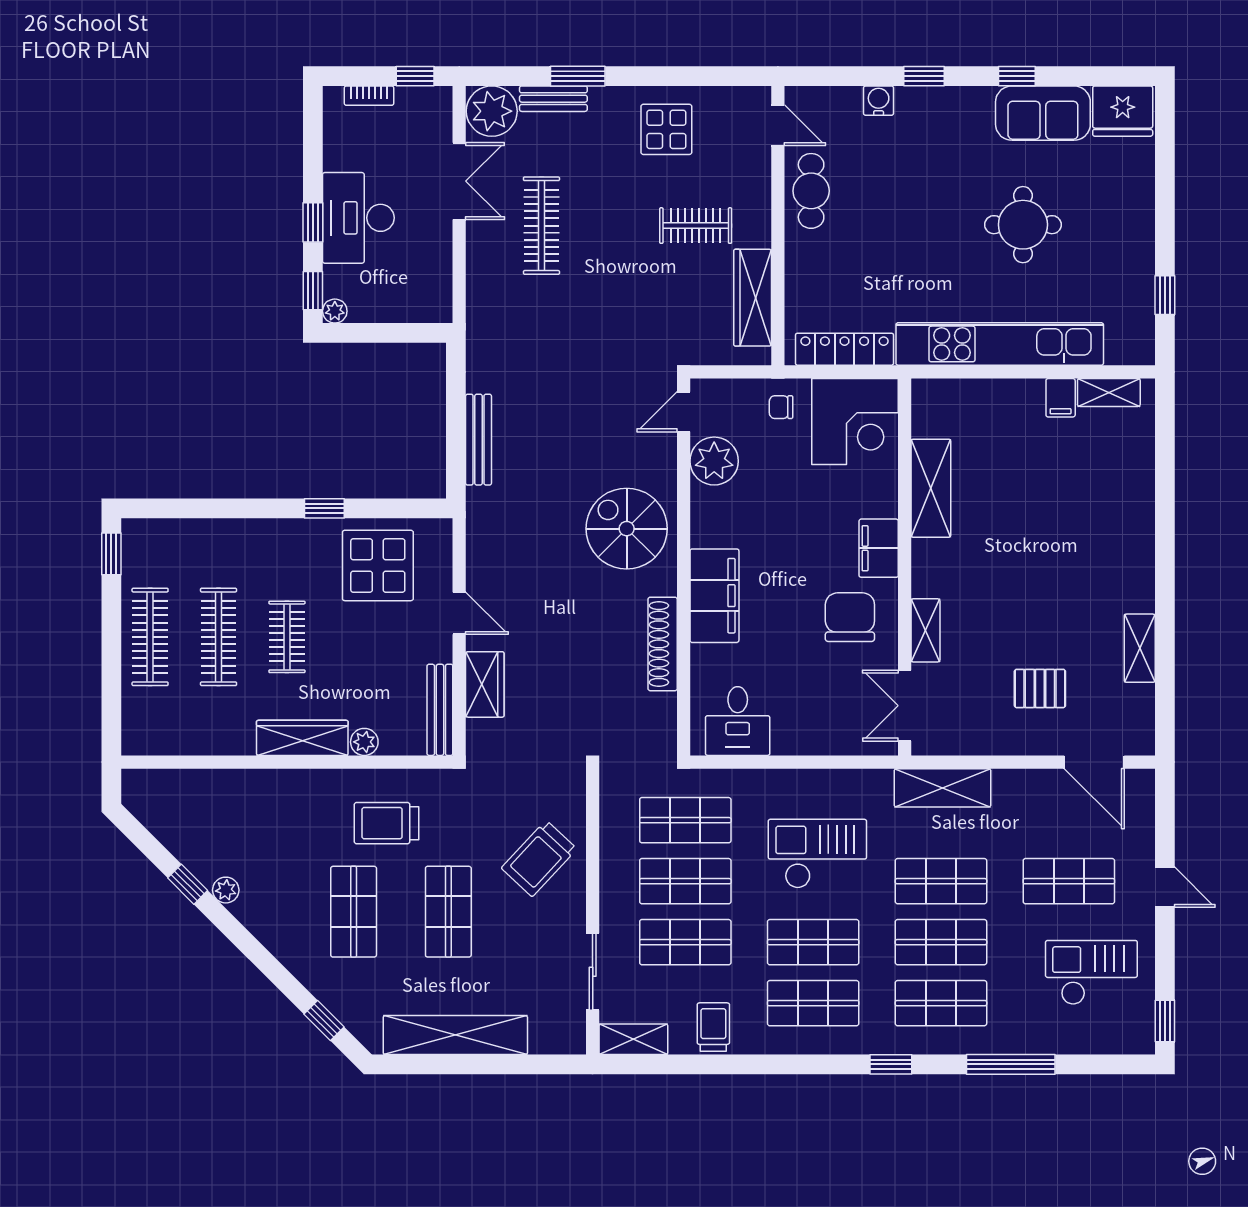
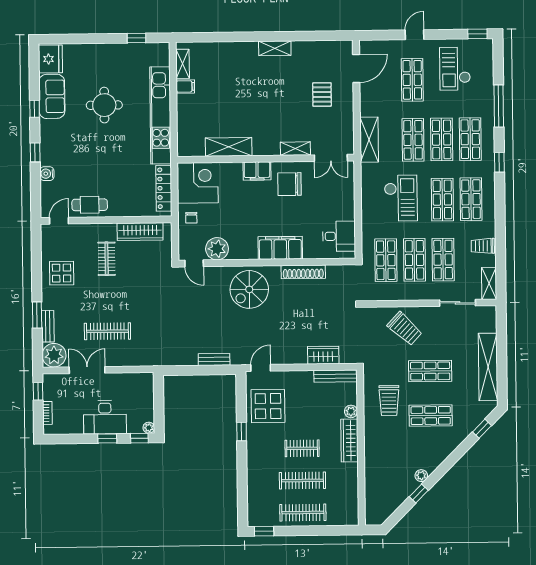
bench: (479, 440) -> (214, 359), width x0.73
door: (459, 613) -> (261, 368), moved
shelving: (1140, 648) -> (275, 48), moved
checkout: (817, 854) -> (401, 198), turned 180

